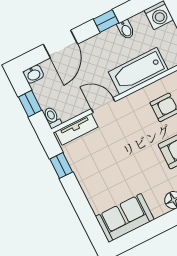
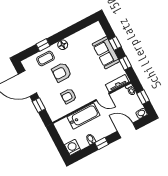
door: (60, 44) -> (127, 130), hinge flipped
window: (79, 201) -> (115, 43), added
sofa: (125, 218) -> (106, 53), moved, turned 90

